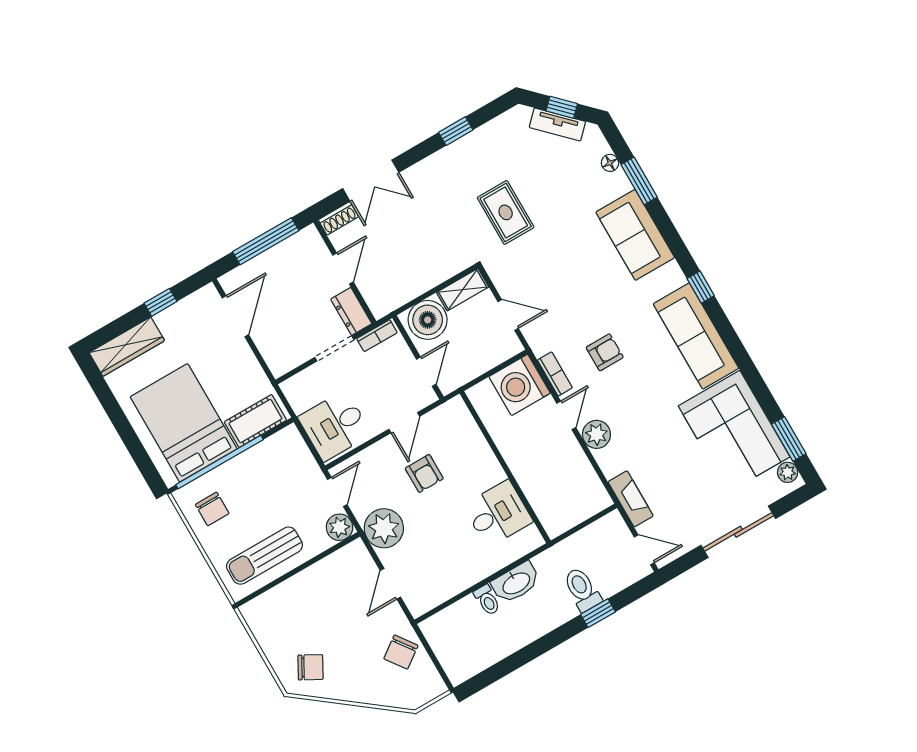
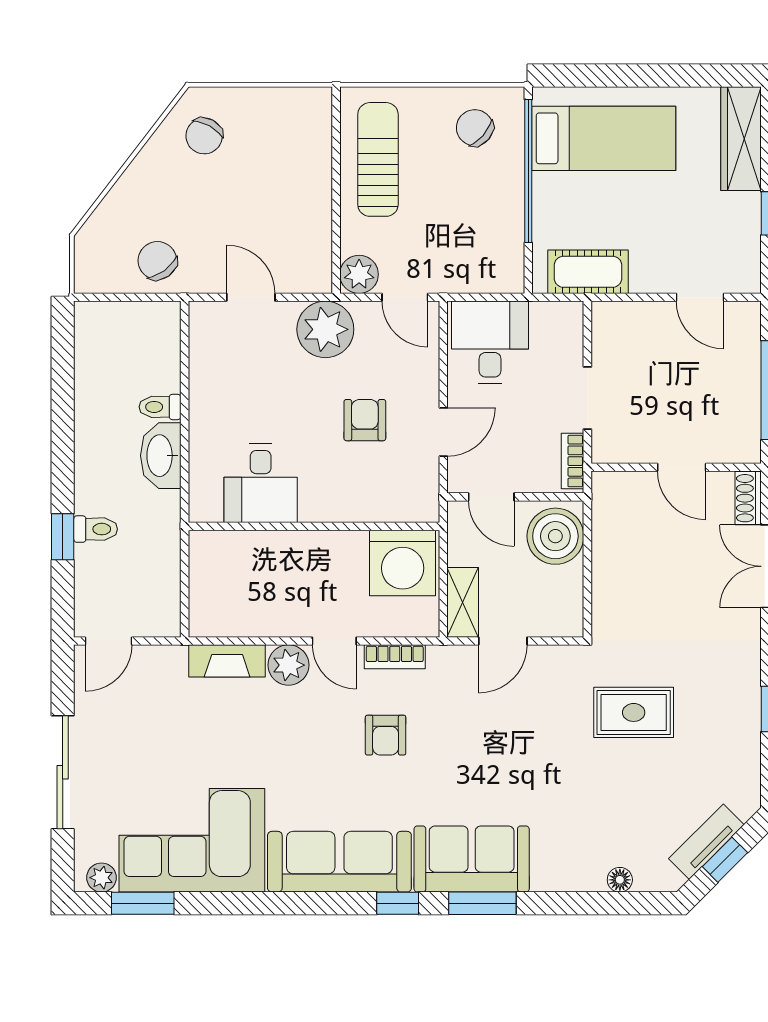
window: (639, 181) -> (482, 903), moved
sofa: (635, 235) -> (472, 859), moved
shelving: (463, 290) -> (463, 602), moved
dresser: (351, 311) -> (622, 446), removed
door: (235, 316) -> (700, 297), width x0.73
washing machine: (520, 385) -> (403, 563), moved, turned 180
cot: (255, 421) -> (588, 272), moved, turned 90
bed: (184, 423) -> (604, 138), width x0.67
door: (404, 423) -> (443, 432), swing flipped
armchair: (424, 473) -> (365, 420), turned 90
fireplace: (631, 499) -> (227, 661), moved
chair: (212, 509) -> (475, 128), turned 41
toilet: (582, 589) -> (96, 529), width x0.73, depth x0.72

